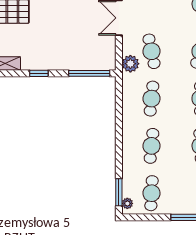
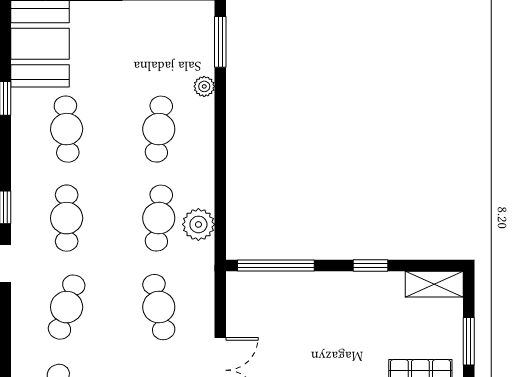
plant: (130, 64) -> (198, 224), moved
cafe table: (152, 193) -> (159, 40), removed
plant: (127, 203) -> (204, 86), moved

